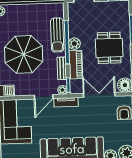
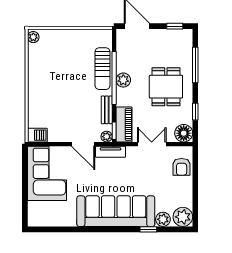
parasol: (24, 54) -> (60, 91), removed
piano: (76, 65) -> (124, 124), moved
double door: (99, 95) -> (152, 144), width x0.73
door: (44, 97) -> (83, 144), hinge flipped

